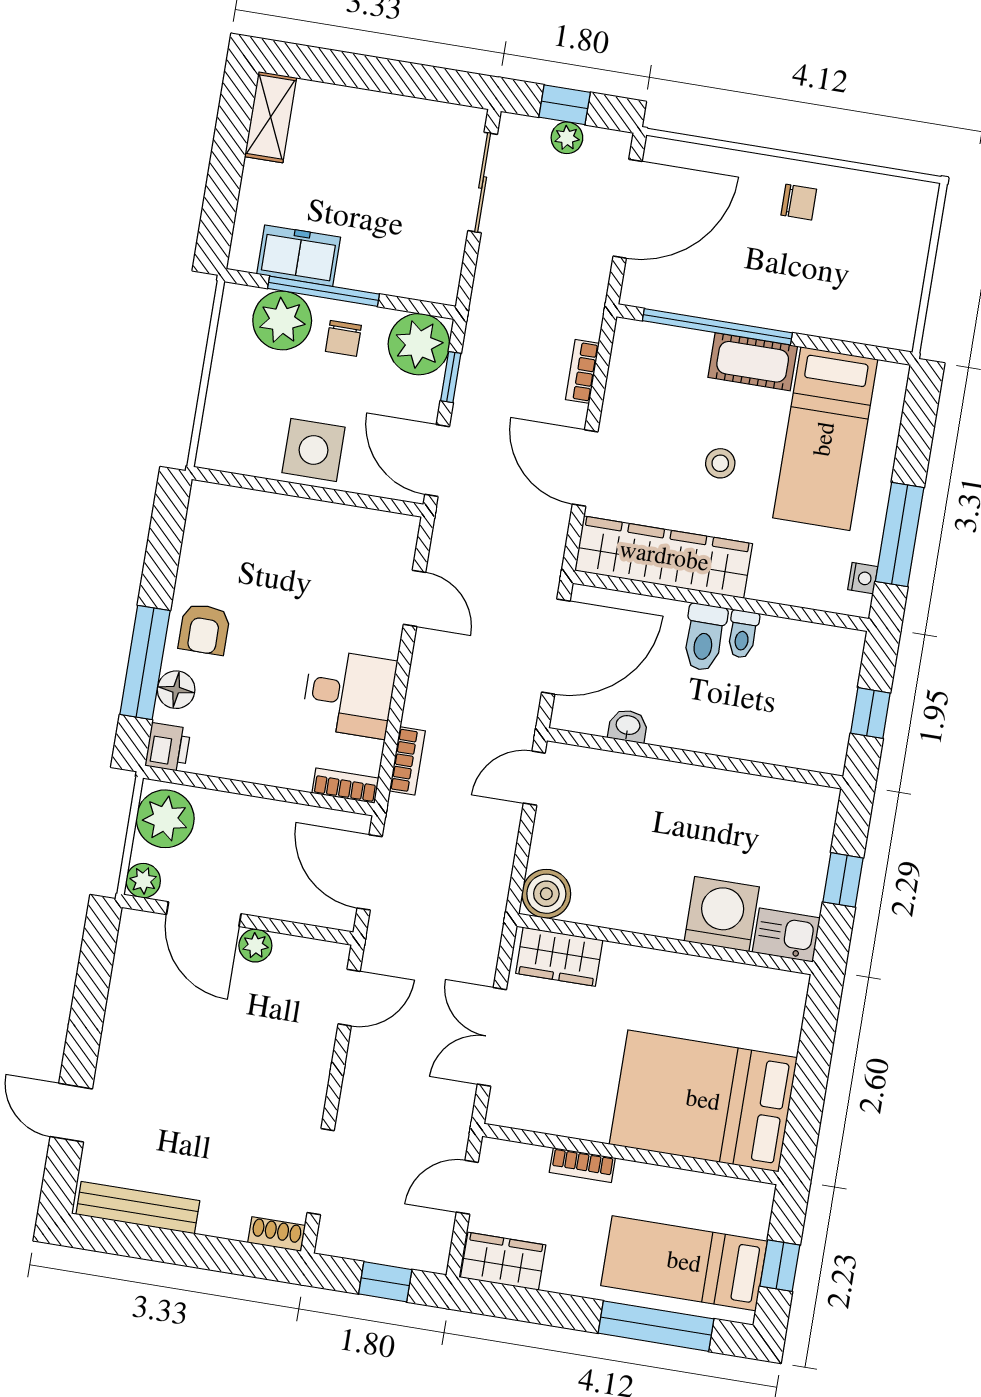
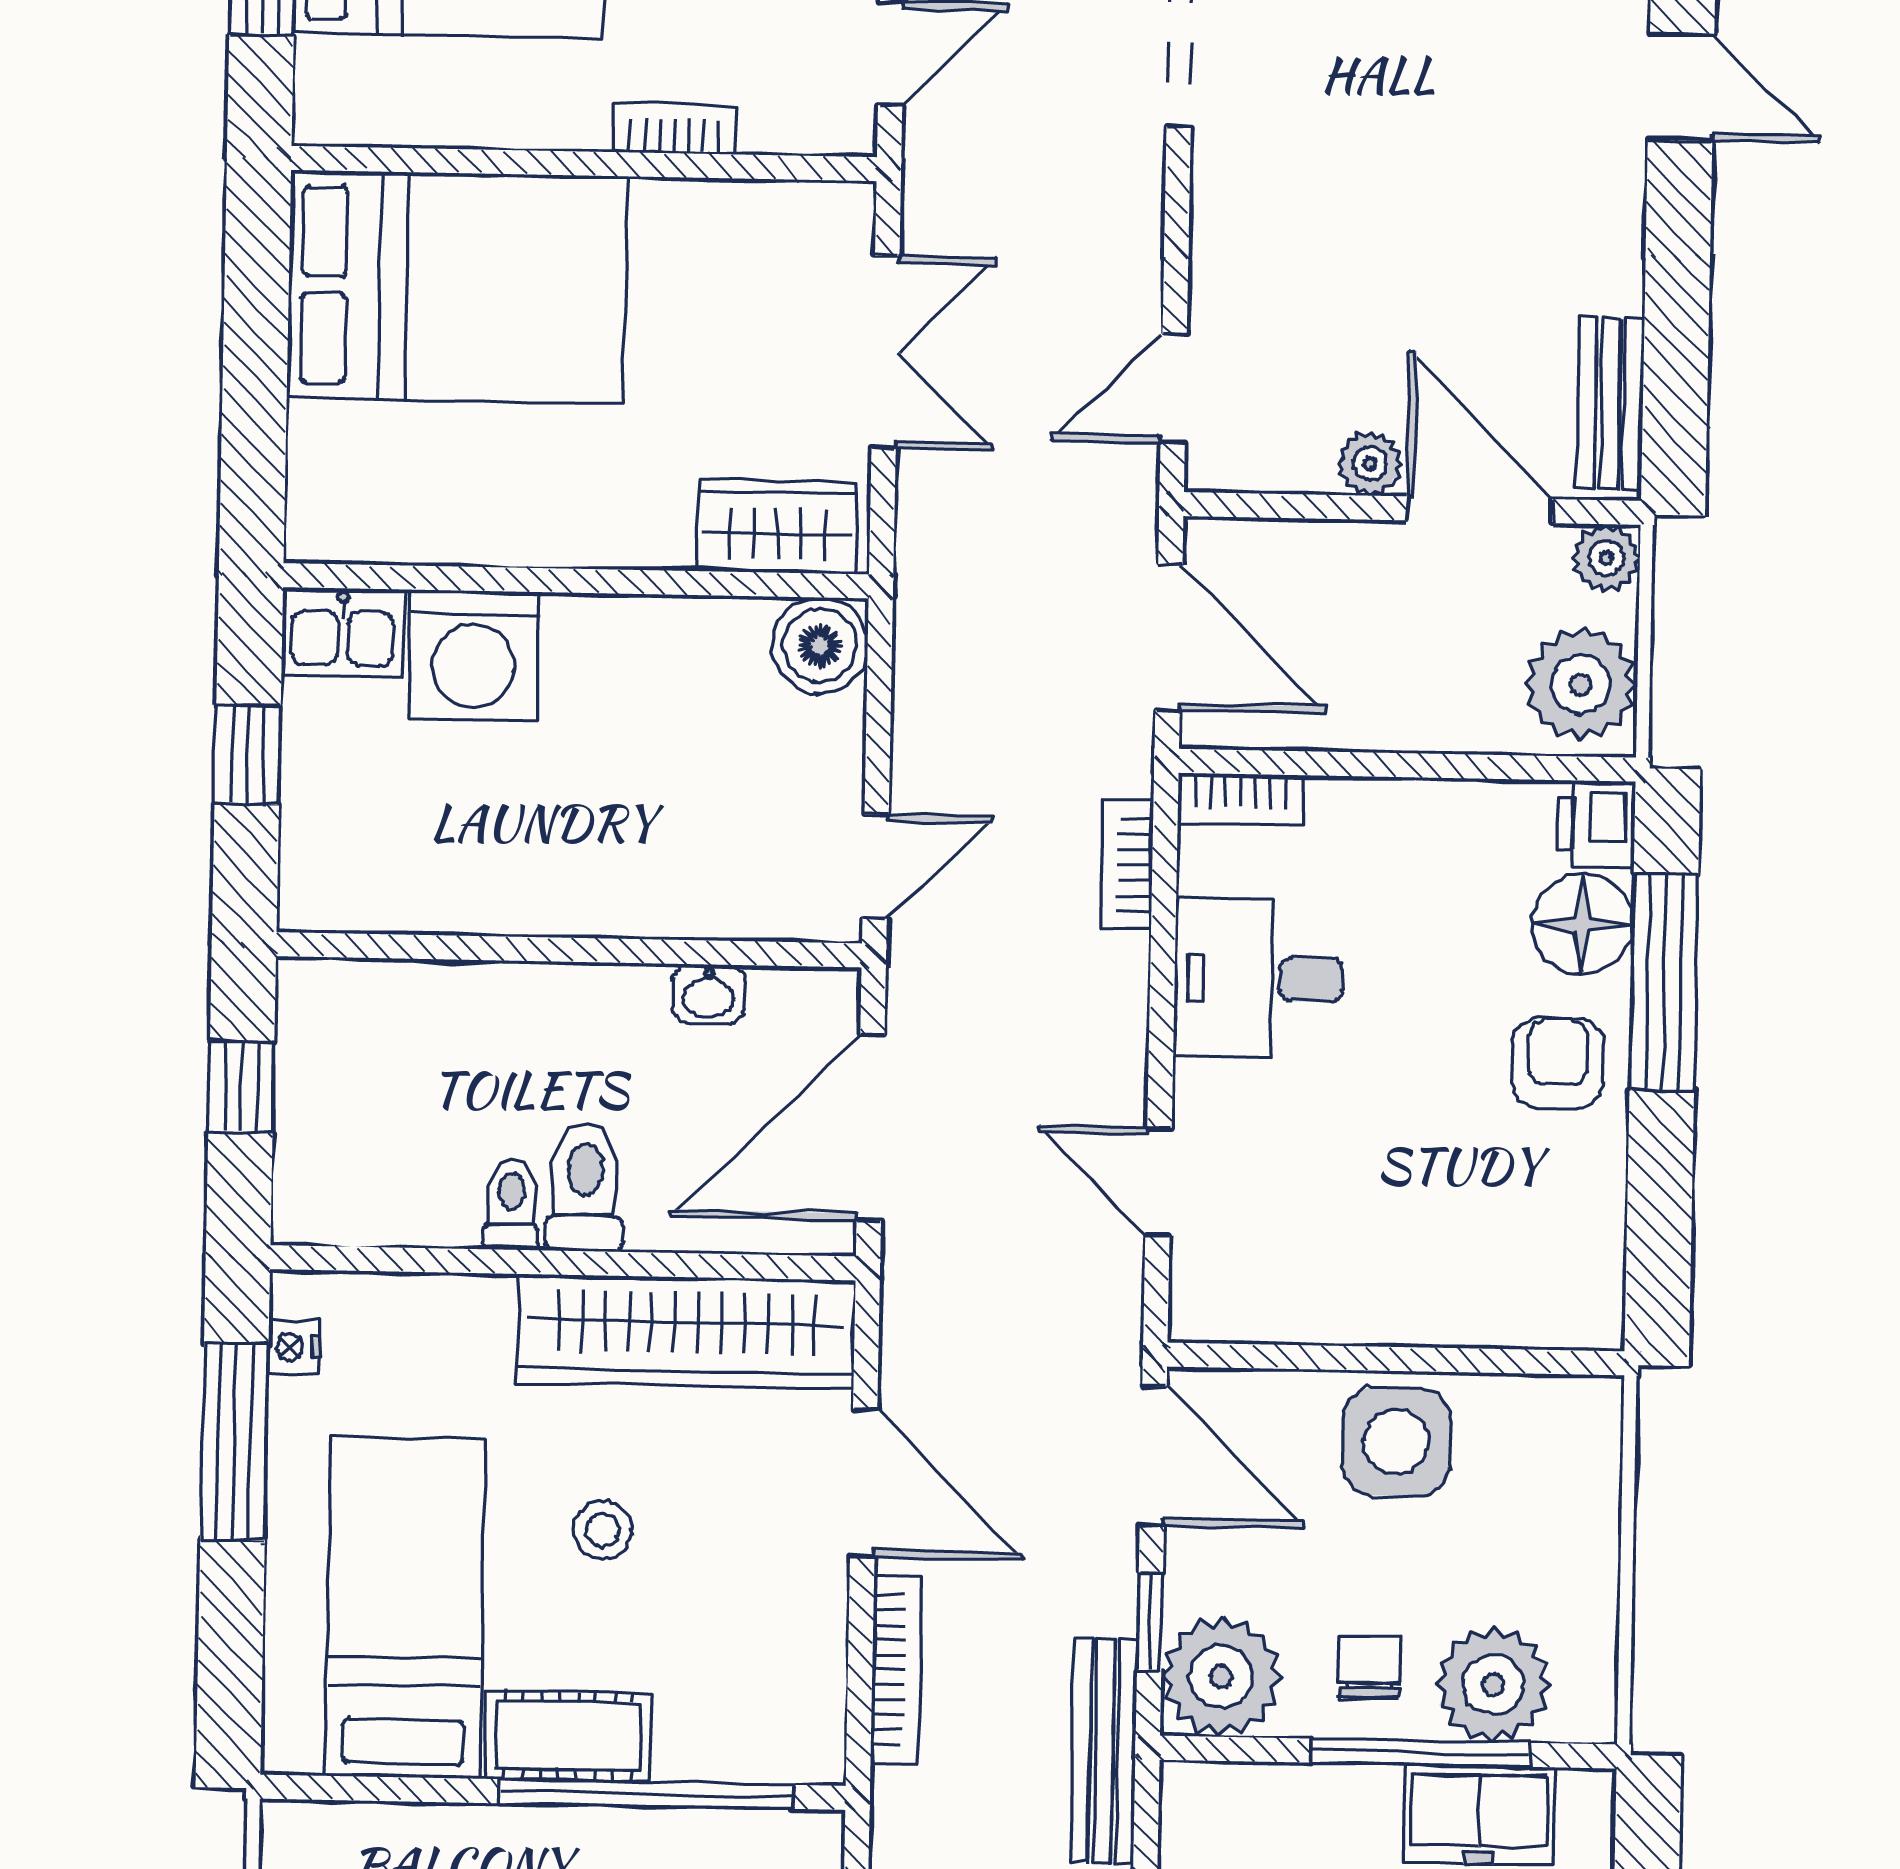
bench: (483, 315) -> (1104, 1751), added
bookcase: (582, 371) -> (896, 1670), width x1.56
floor lamp: (176, 690) -> (1582, 924), width x1.38, depth x1.38
bench: (130, 958) -> (1610, 404), added

